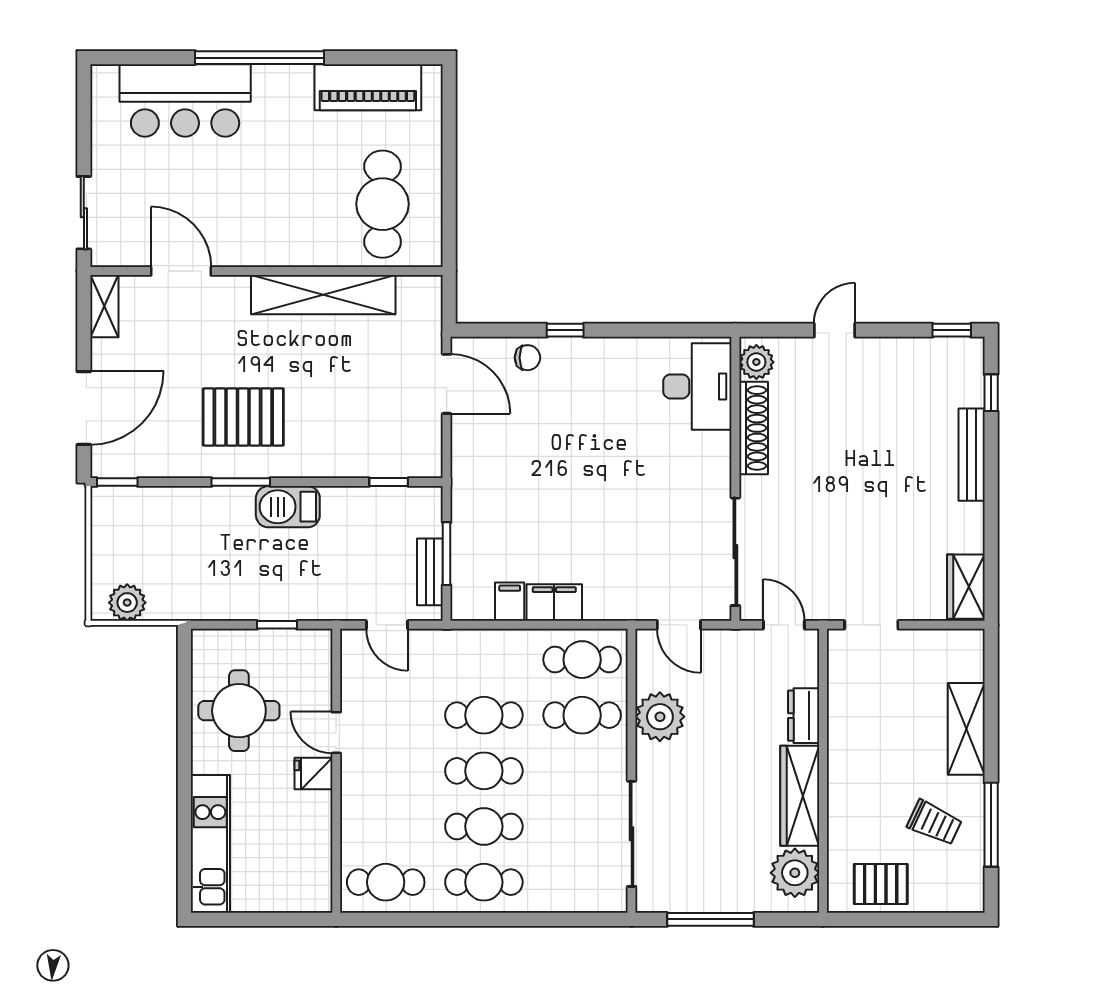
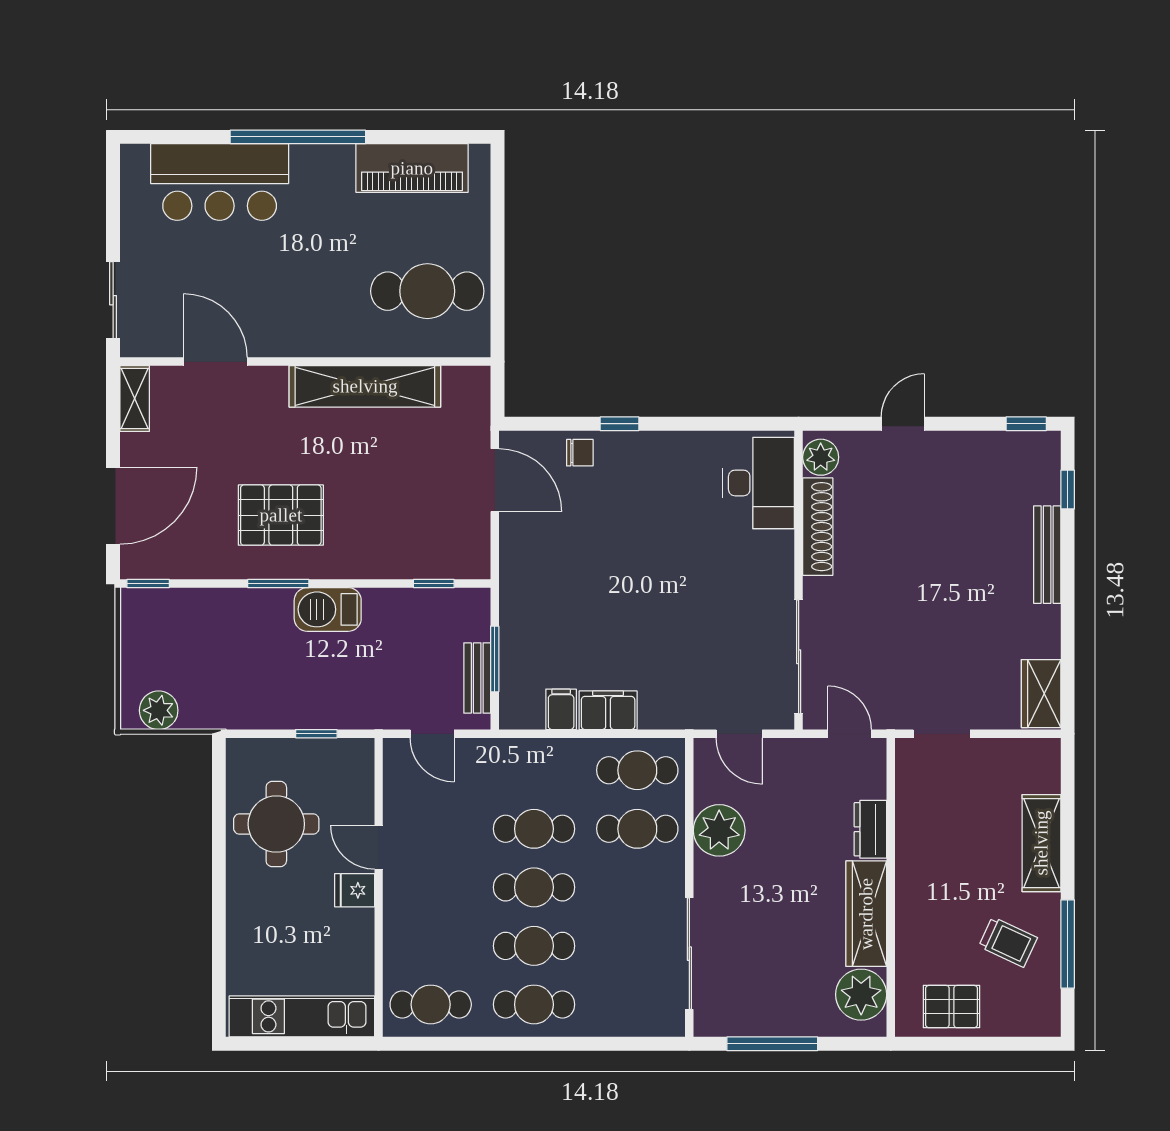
cafe table: (383, 204) -> (427, 291), turned 90
kitchen unit: (210, 844) -> (302, 1016), moved, turned -90

